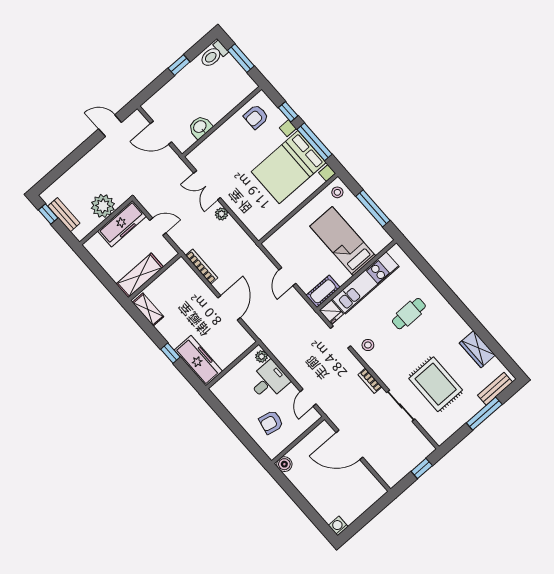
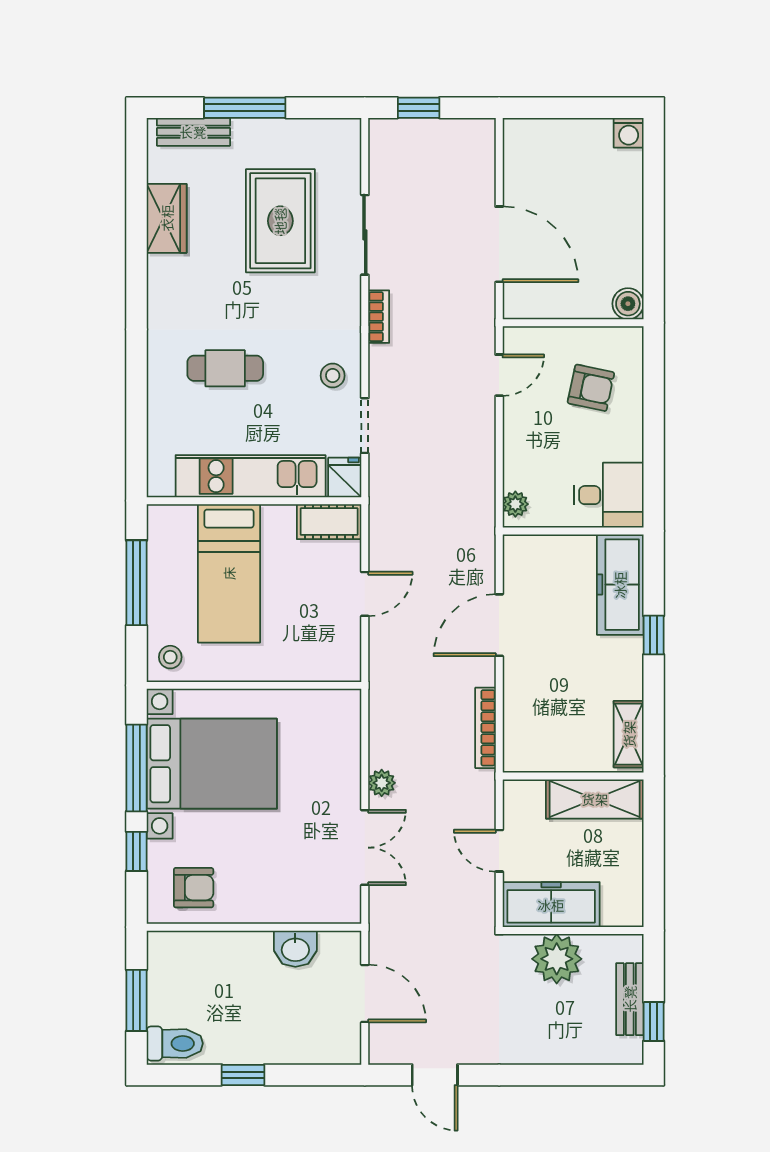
desk: (269, 381) -> (609, 495), moved, turned 180

